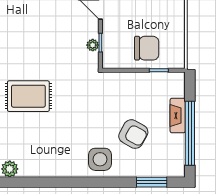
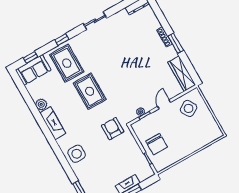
armchair: (133, 134) -> (113, 129), moved, turned 151
fireplace: (43, 168) -> (53, 123), added

